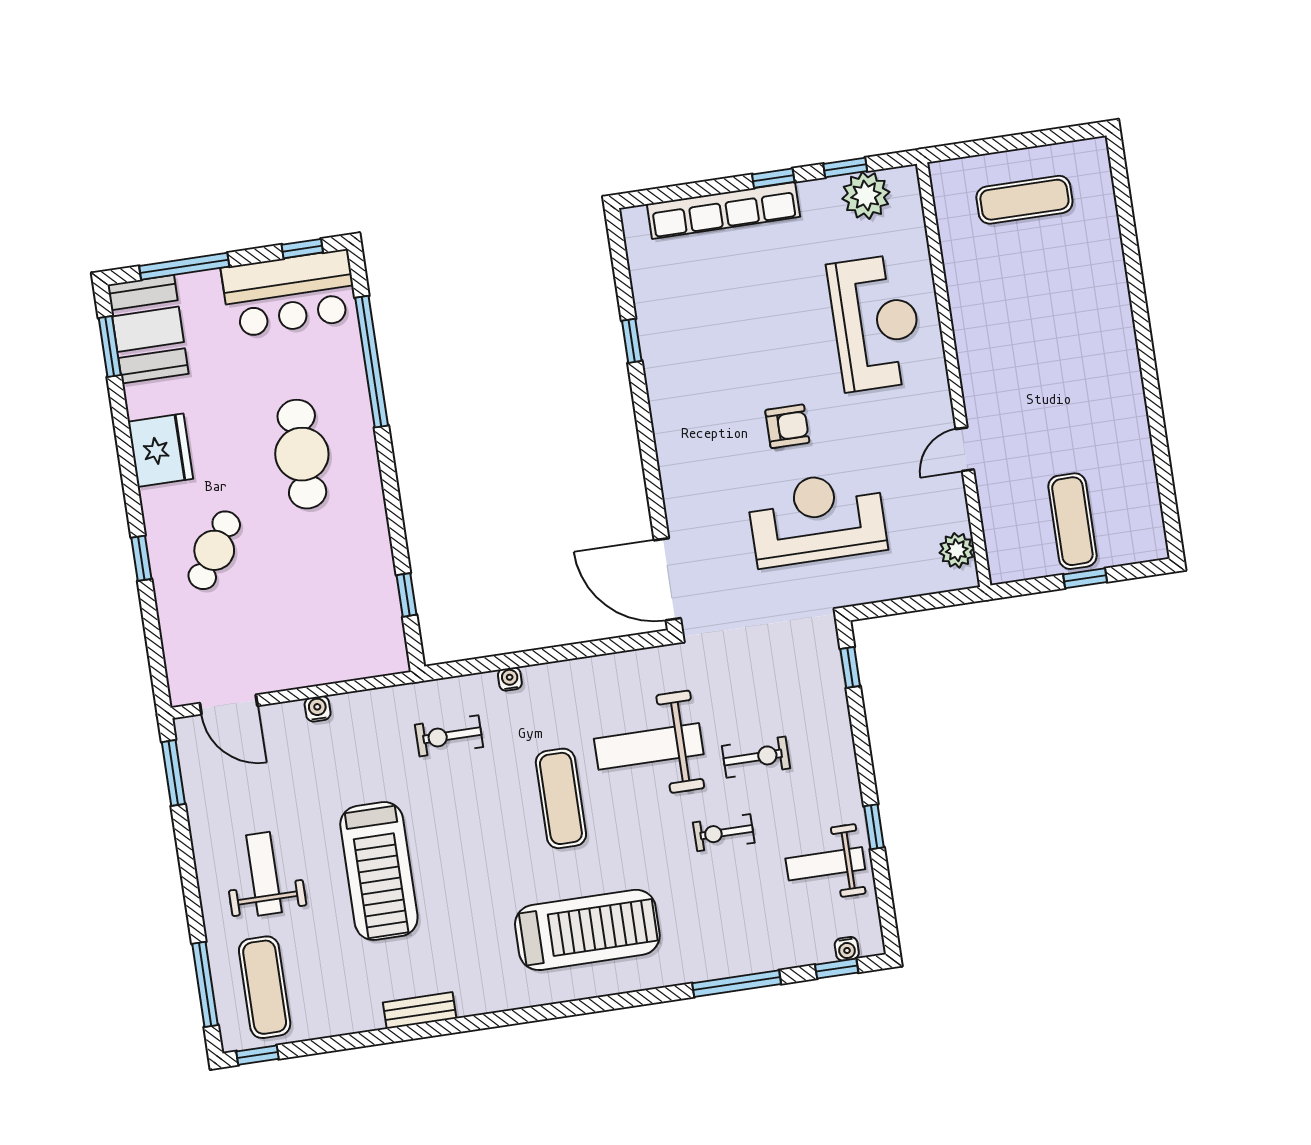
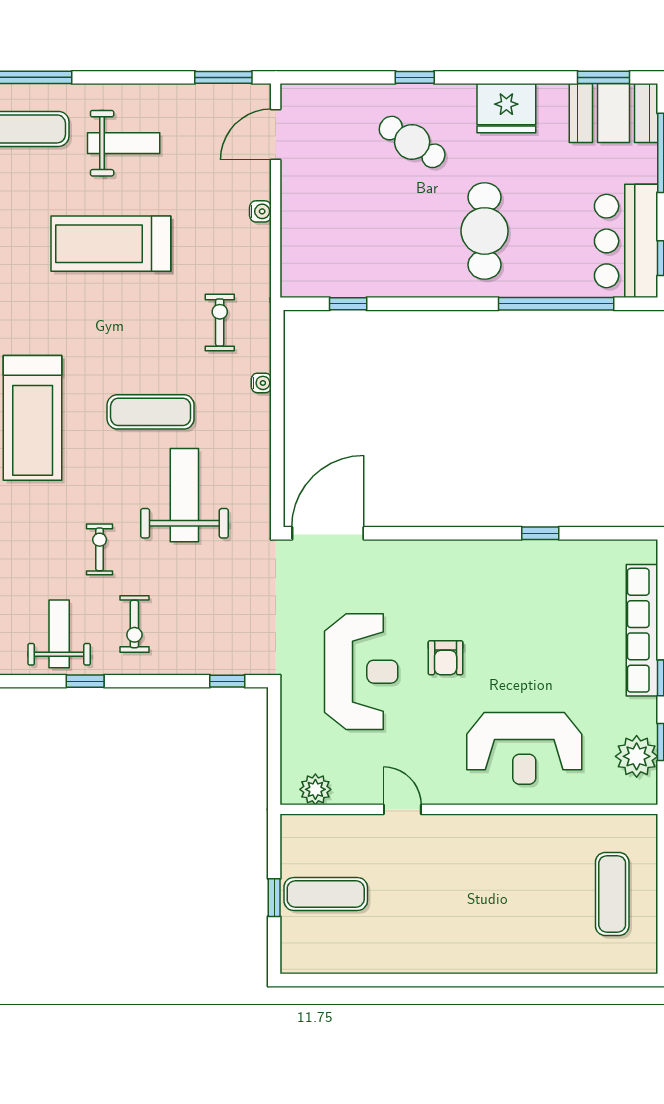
cafe table: (302, 454) -> (485, 231), turned 90
exercise bike: (756, 757) -> (134, 624), moved

